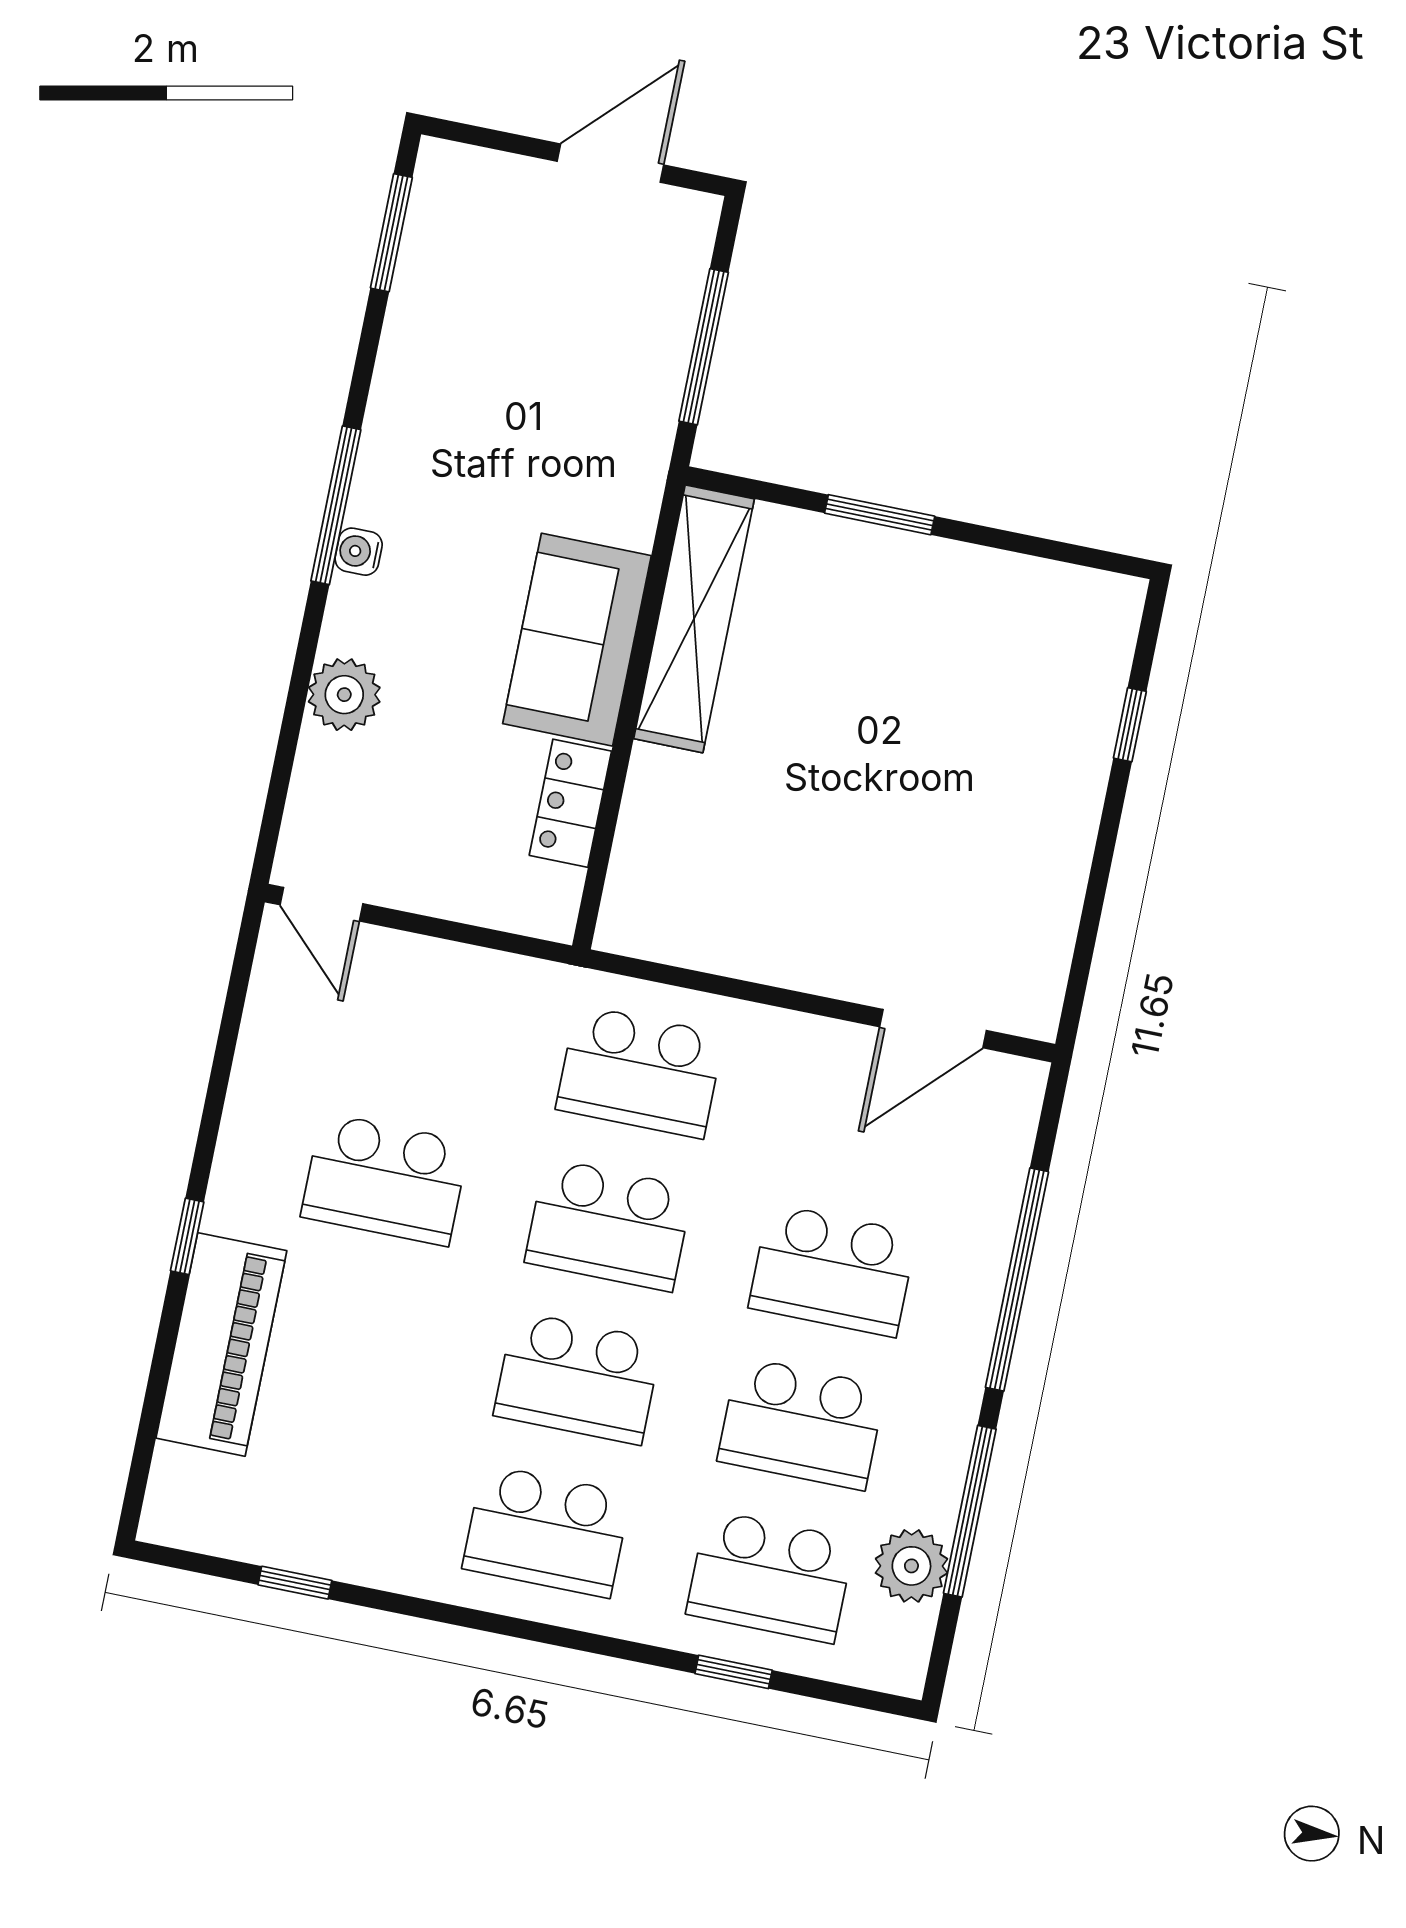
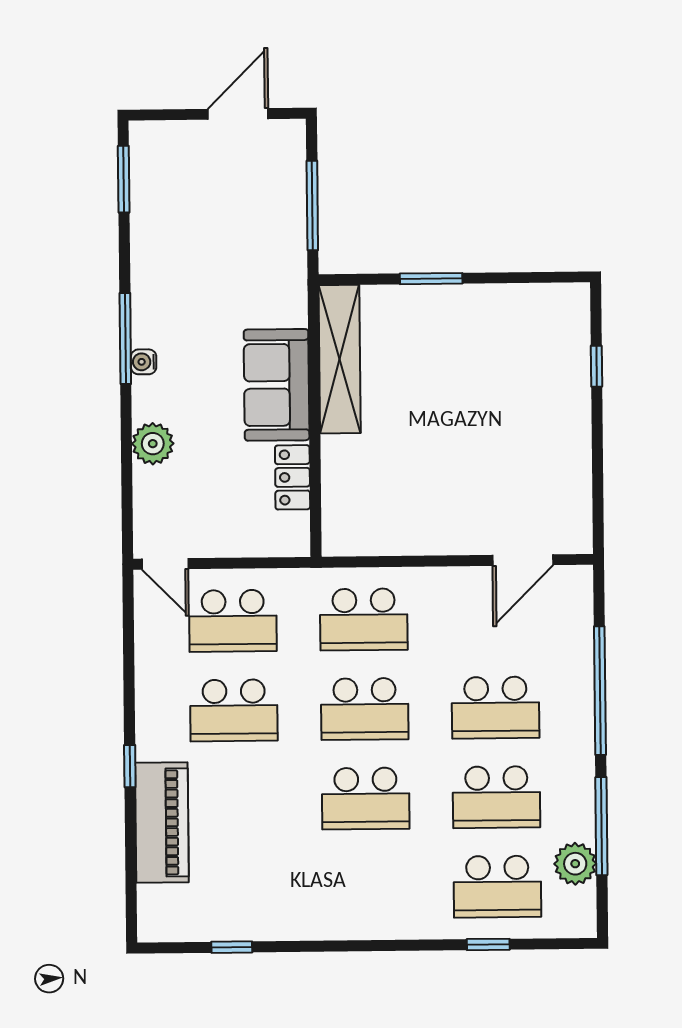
school desk: (546, 1531) -> (233, 621), moved

